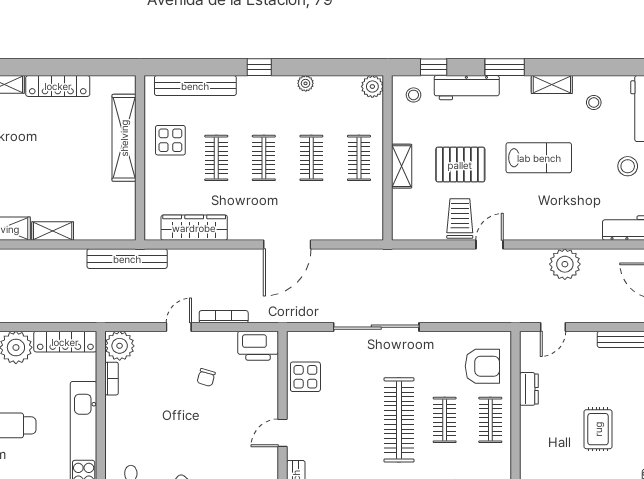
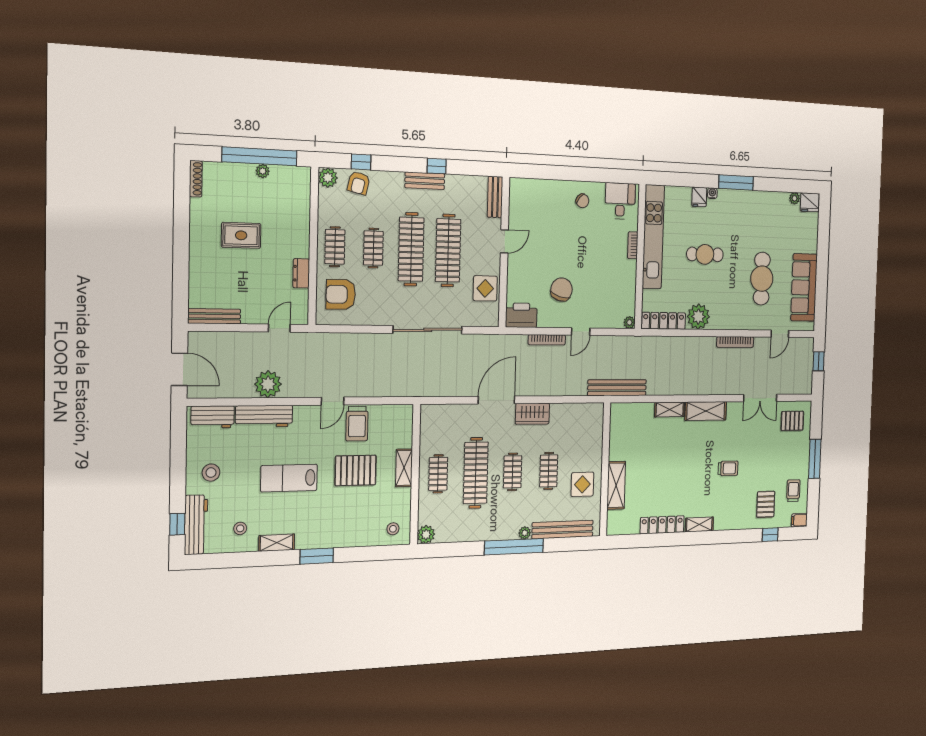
window: (259, 67) -> (514, 547), width x3.17
window: (434, 67) -> (376, 553), removed
plant: (306, 83) -> (525, 533), moved
workbench: (467, 88) -> (264, 416), moved, turned 180
shelving: (124, 138) -> (616, 485), width x0.68
clothes rail: (311, 158) -> (476, 473), width x1.86, depth x1.31
wardrobe: (194, 228) -> (532, 414), moved, width x0.67
plant: (120, 346) -> (629, 322), width x0.53, depth x0.53
chair: (206, 377) -> (562, 290), width x1.87, depth x1.87
bookcase: (112, 379) -> (633, 245), moved
clothes rail: (353, 420) -> (448, 250), added
rug: (598, 429) -> (241, 235), turned 90

